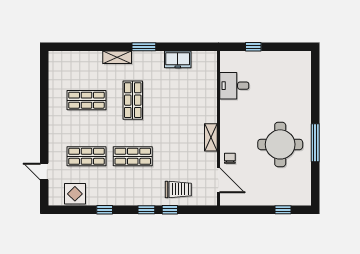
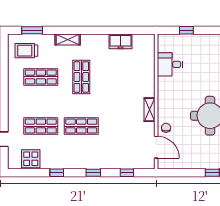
window: (144, 47) -> (32, 30), moved
trolley: (178, 189) -> (26, 51), moved, turned 180
window: (170, 210) -> (127, 173), moved

